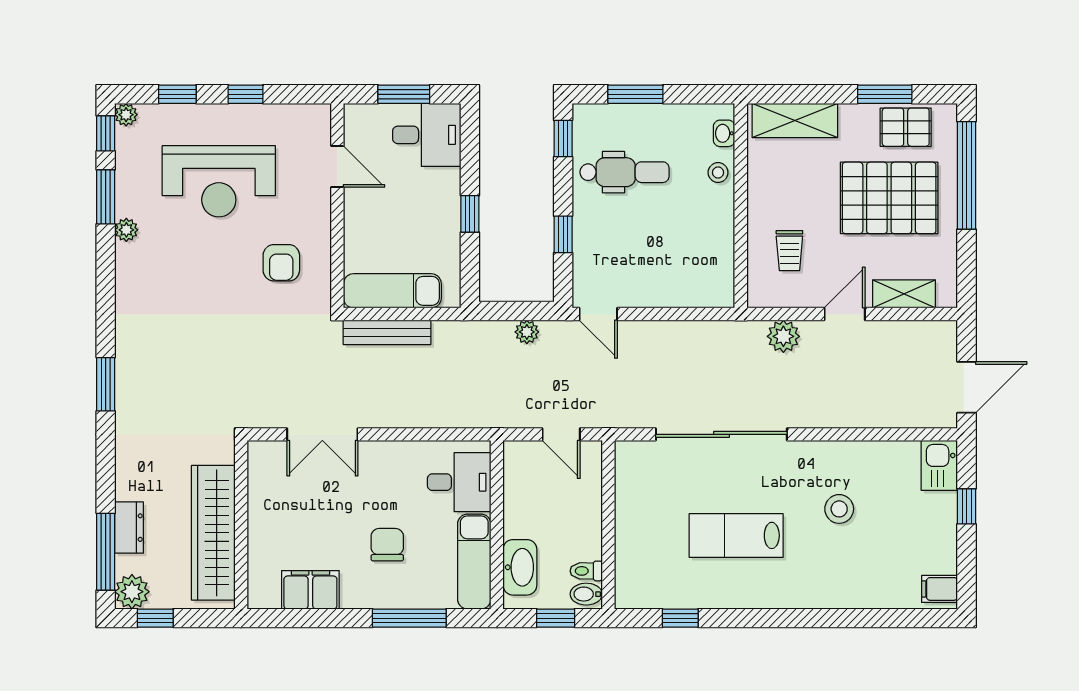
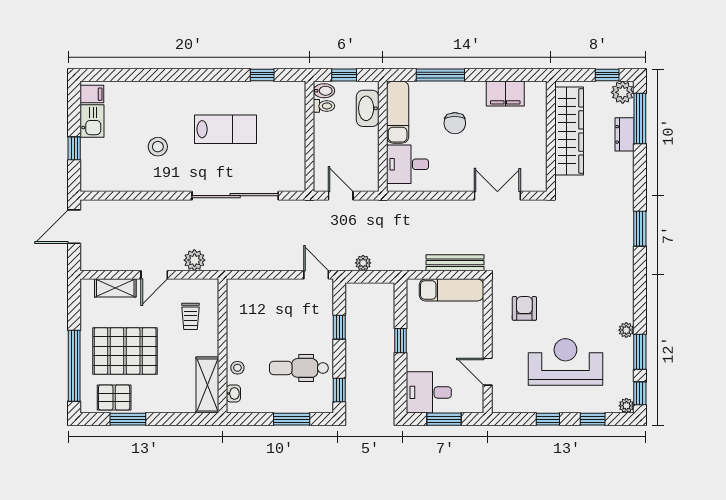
shelving: (795, 120) -> (207, 385), moved, turned 90
trolley: (789, 251) -> (190, 316), turned 180
kitchen sink: (939, 465) -> (92, 121), moved

